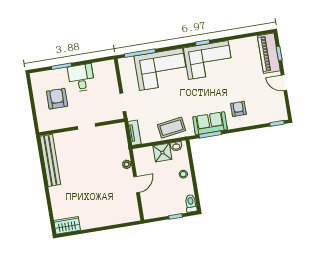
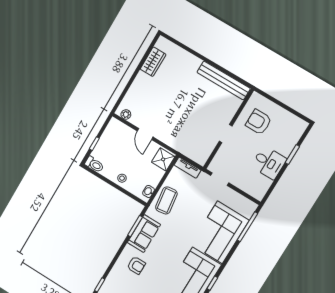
armchair: (57, 99) -> (259, 122), moved, turned 180
shower: (162, 153) -> (163, 159), moved
plant: (127, 164) -> (126, 114), moved
wardrobe: (67, 225) -> (153, 62), moved

